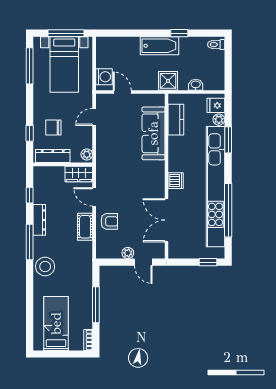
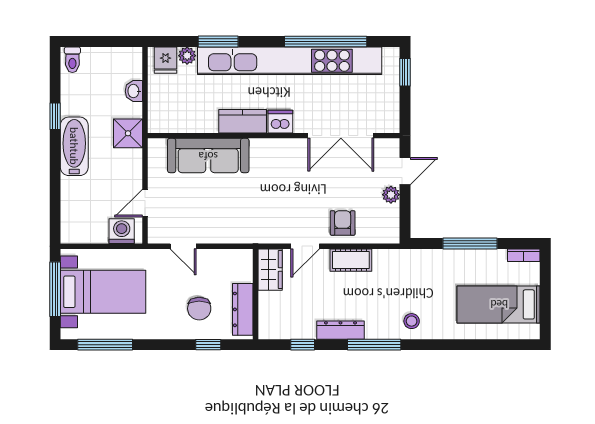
kitchen counter: (176, 120) -> (243, 121), moved
plant: (87, 154) -> (240, 257), removed
stool: (45, 266) -> (412, 321), width x0.53, depth x0.53

